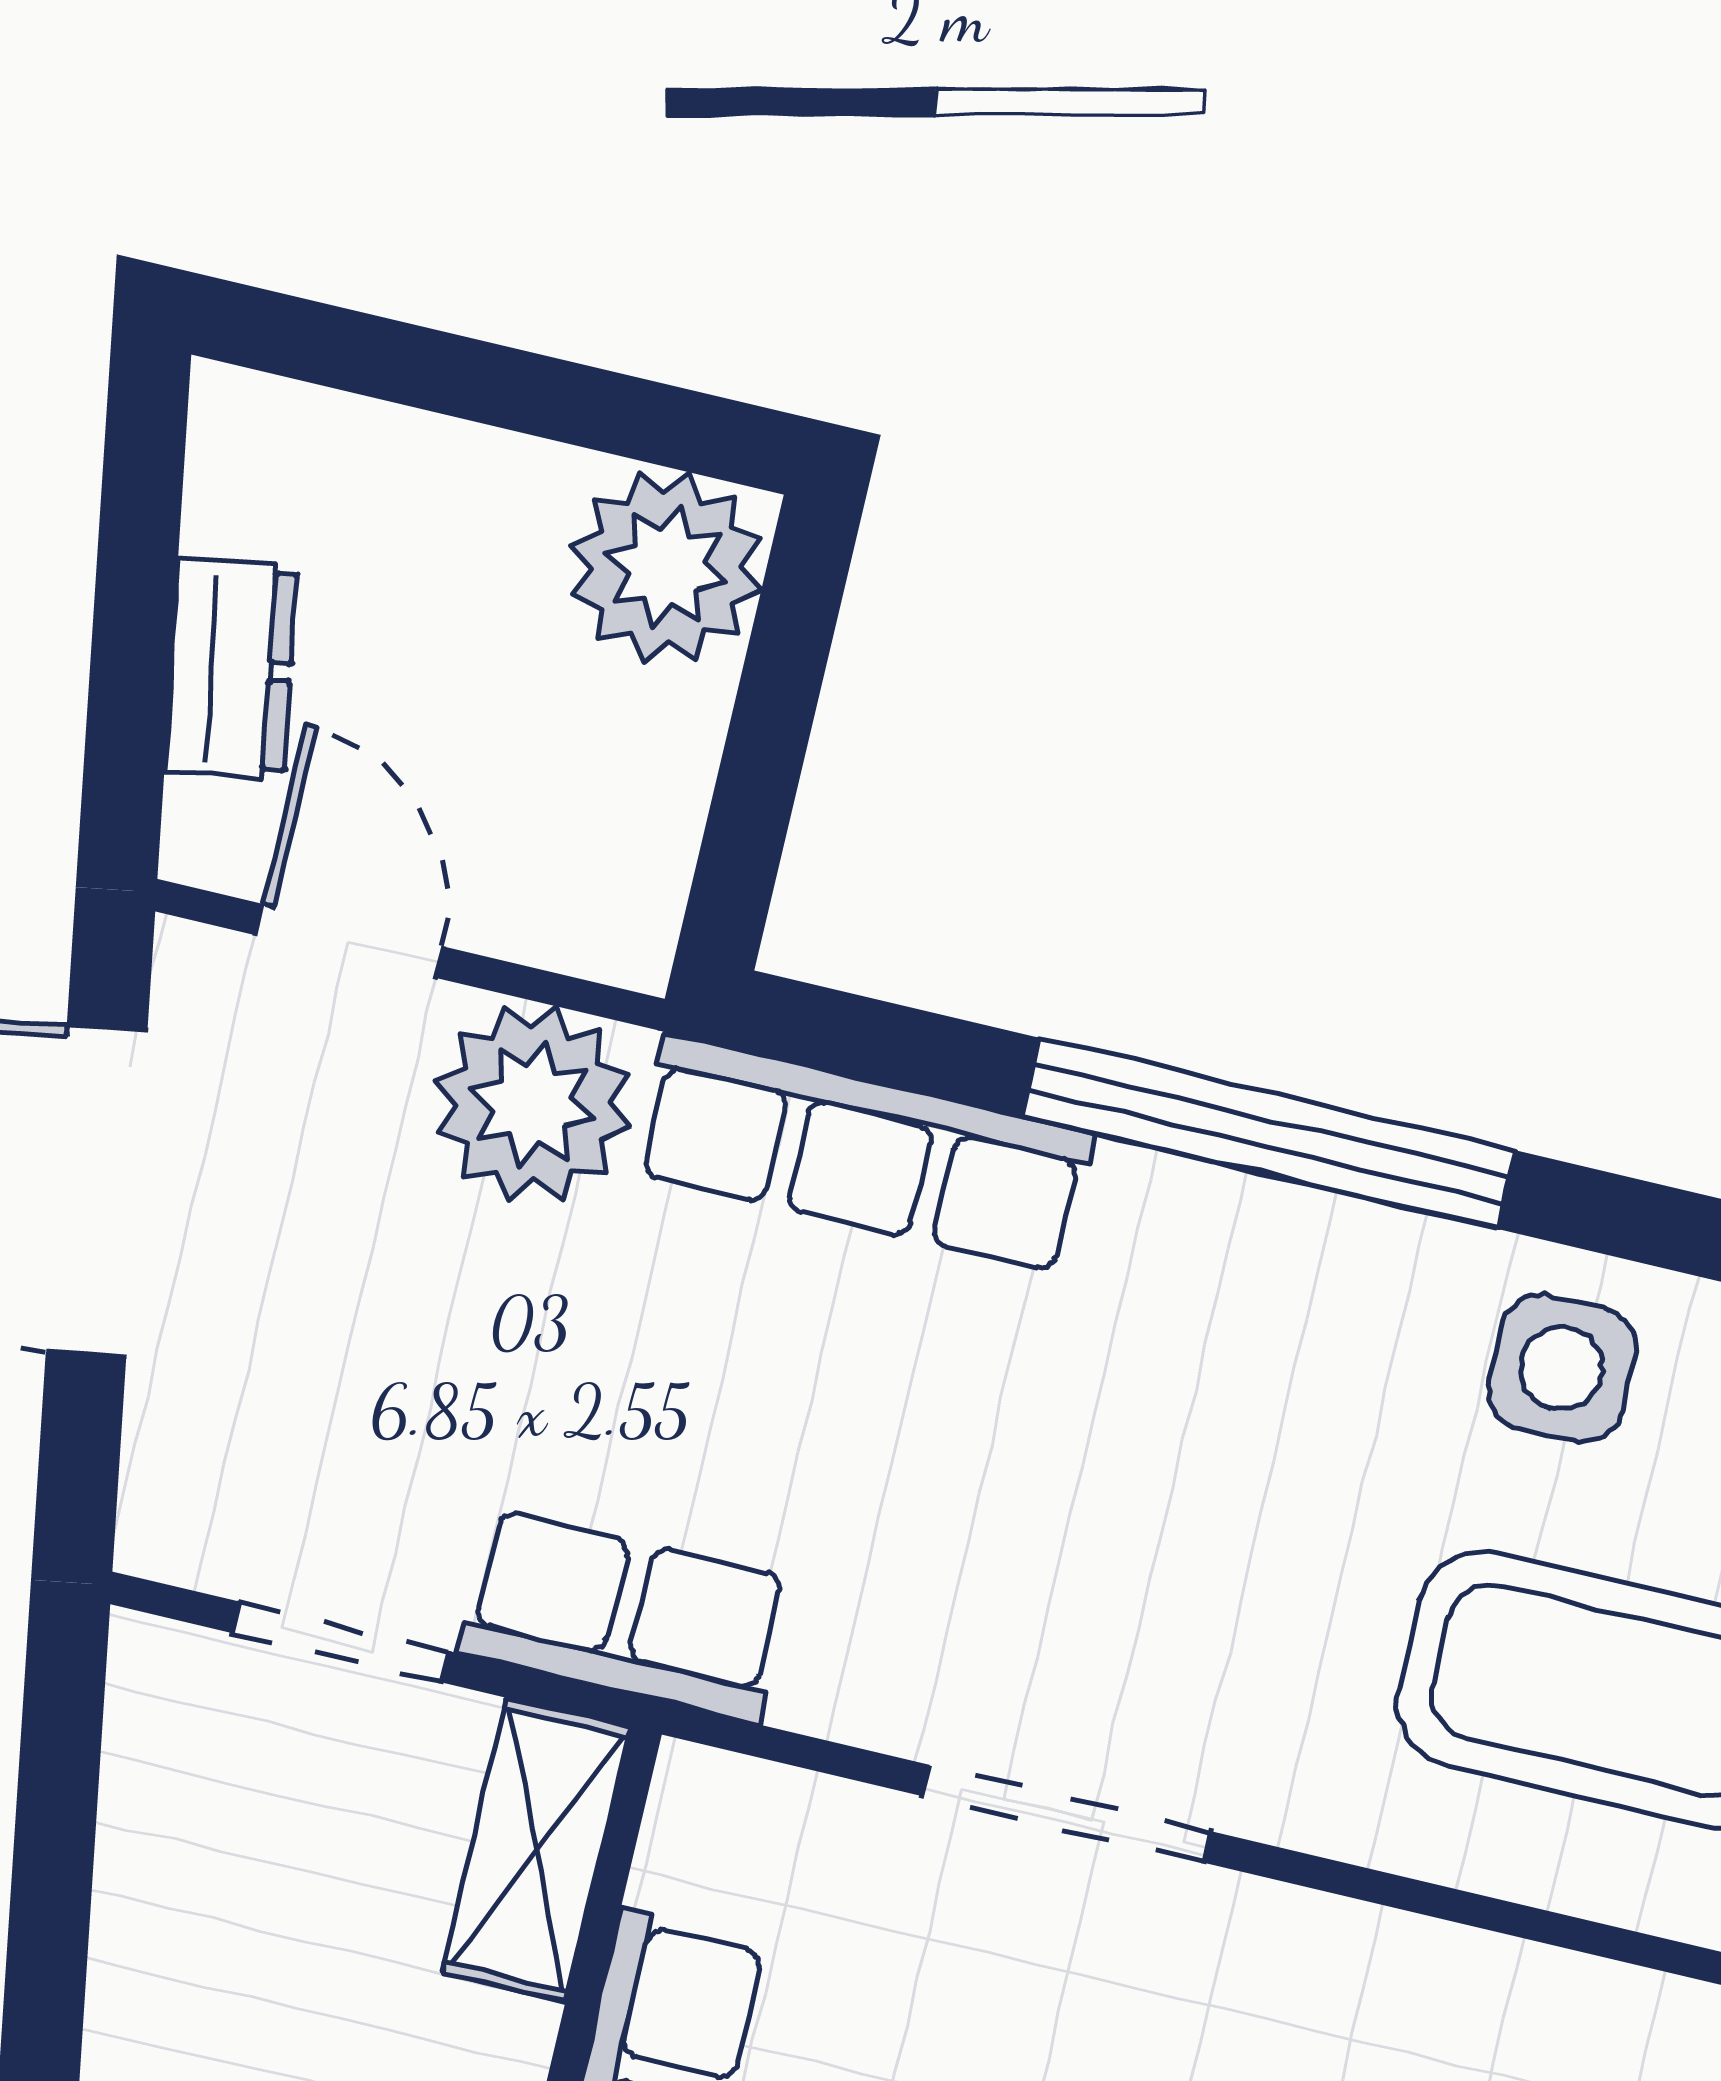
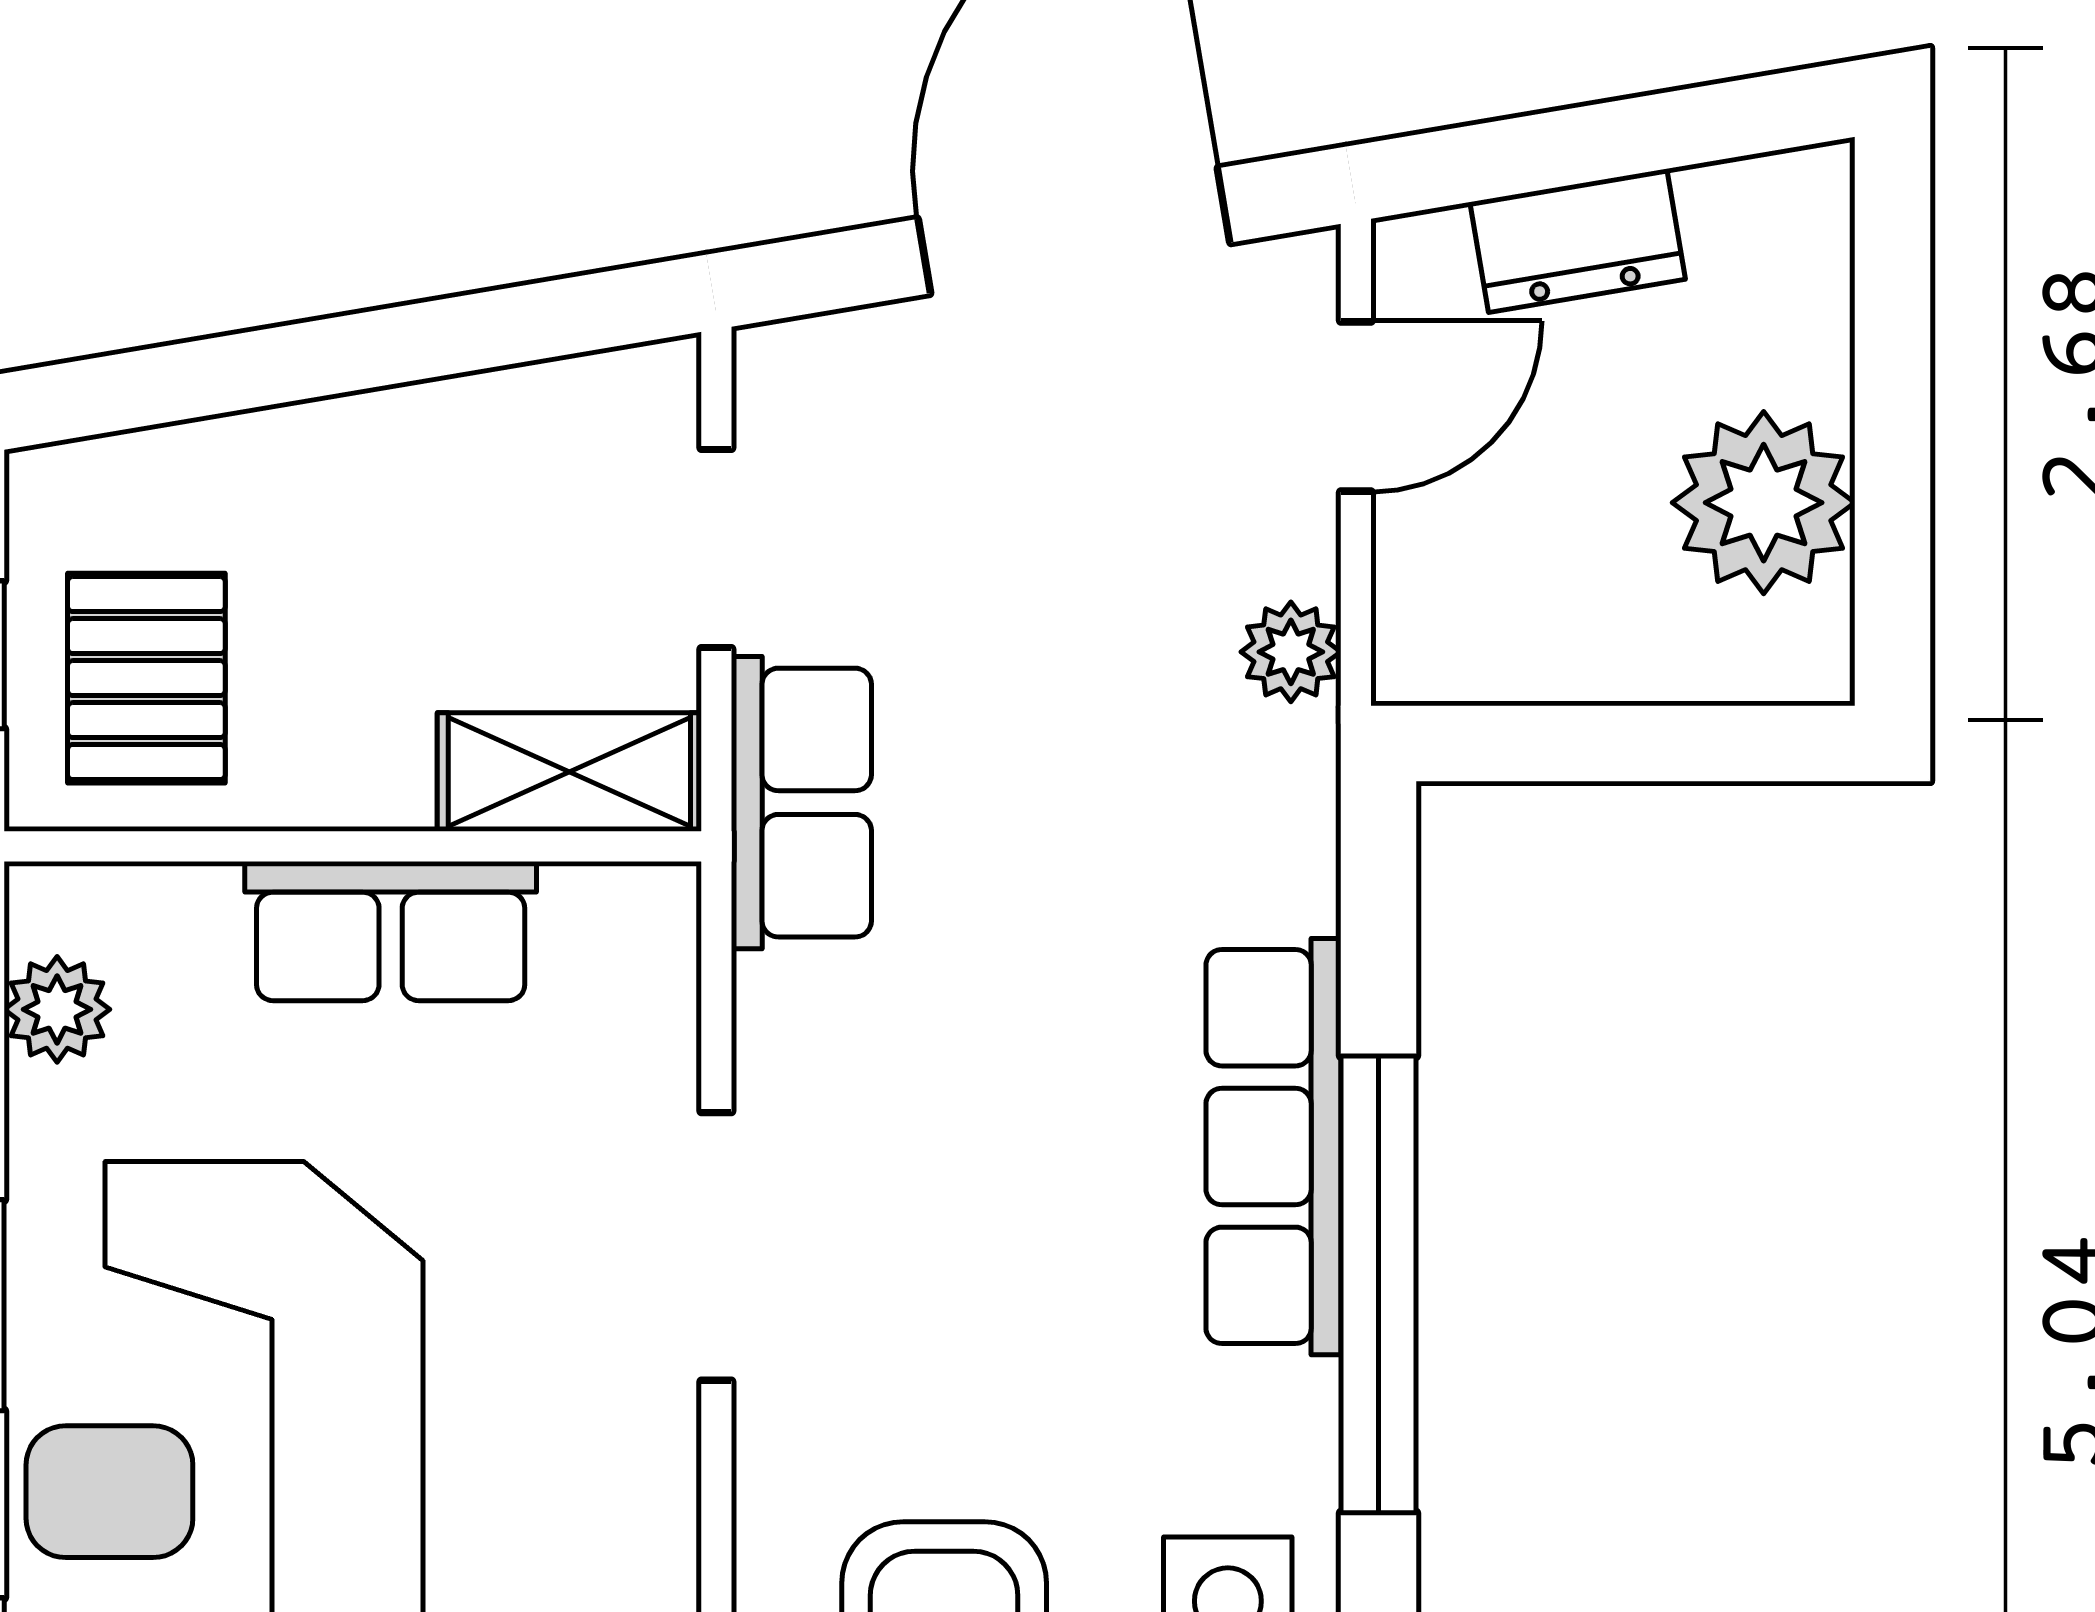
plant: (666, 567) -> (1764, 503), moved
plant: (532, 1104) -> (1291, 652), width x0.53, depth x0.53
row of seats: (864, 1153) -> (1273, 1147), moved

